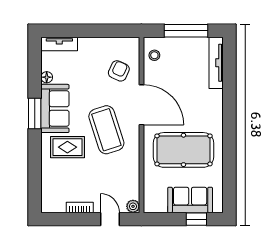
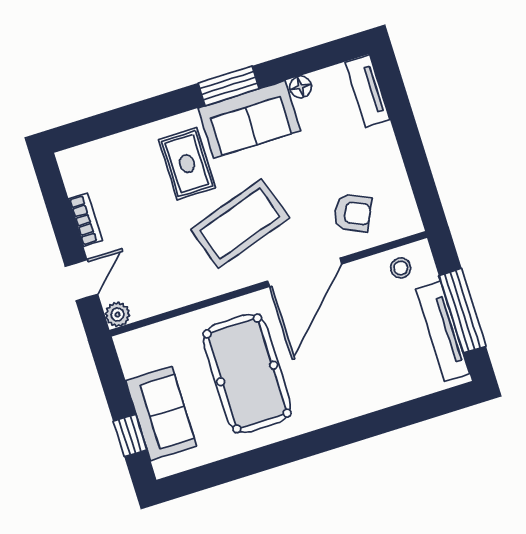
tv unit: (216, 63) -> (443, 331), moved, turned -90

